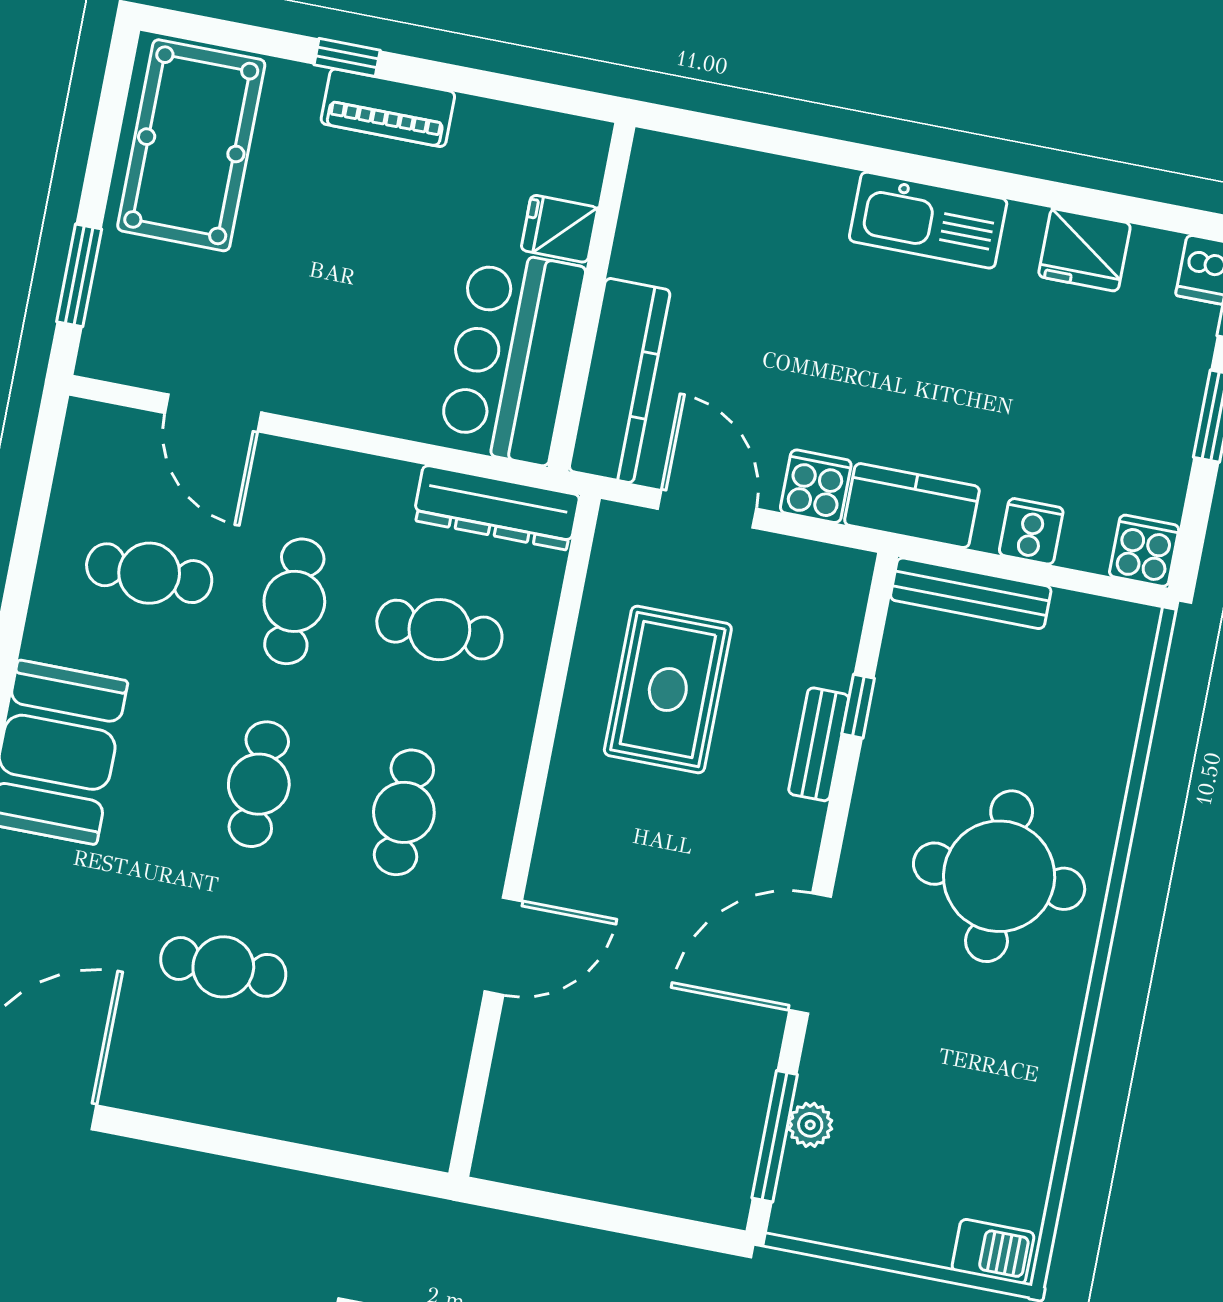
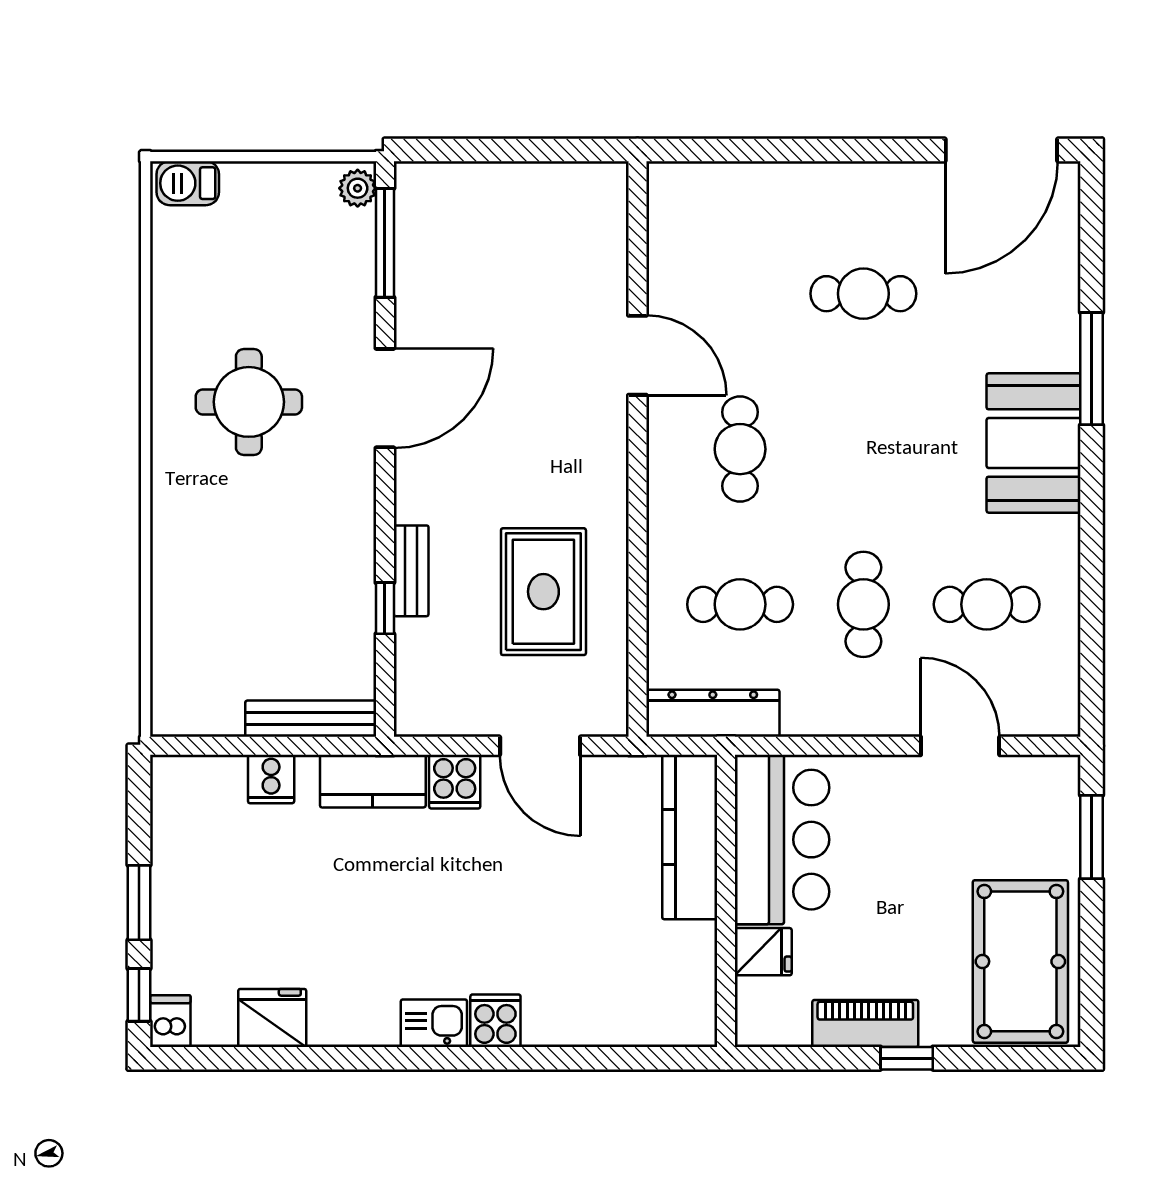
kitchen sink: (928, 220) -> (434, 1023), width x0.53, depth x0.81
fridge: (559, 229) -> (763, 952), moved
wall: (592, 297) -> (726, 901), moved
bar counter: (512, 356) -> (782, 840), moved
kitchen counter: (620, 380) -> (690, 837), moved
cooker: (1144, 551) -> (495, 1021), moved, turned 180
cafe table: (259, 784) -> (863, 449), removed
round table: (999, 876) -> (249, 402), moved, width x0.73, depth x0.73
door: (503, 946) -> (637, 355), swing flipped
plant: (810, 1125) -> (358, 188), moved

